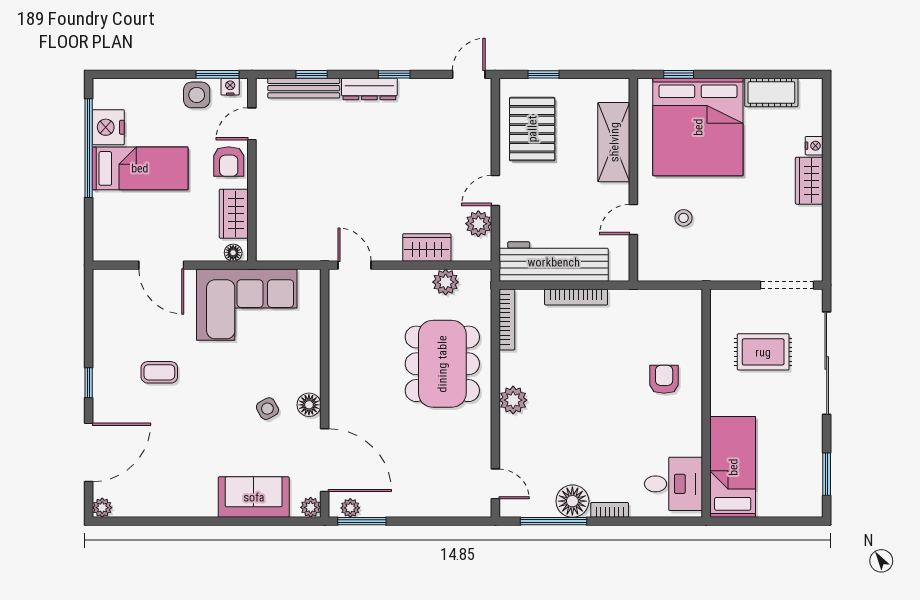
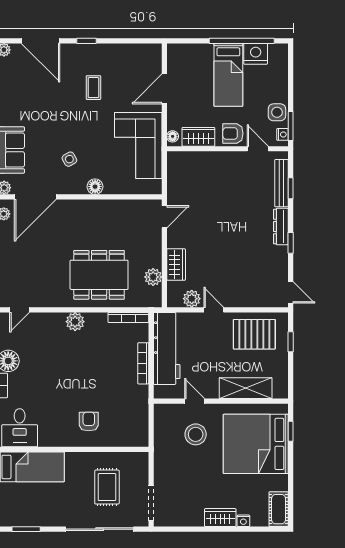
cot: (771, 93) -> (279, 509), moved
stool: (684, 218) -> (196, 434), width x1.89, depth x1.89
armchair: (664, 379) -> (89, 422), turned -90
floor lamp: (309, 405) -> (95, 187), moved

